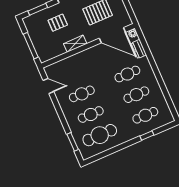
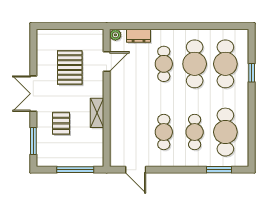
door: (112, 35) -> (107, 62), width x0.53
door: (48, 86) -> (136, 170), swing flipped
cafe table: (136, 95) -> (195, 64), width x1.37, depth x1.35
cafe table: (145, 115) -> (225, 64), width x1.37, depth x1.35

